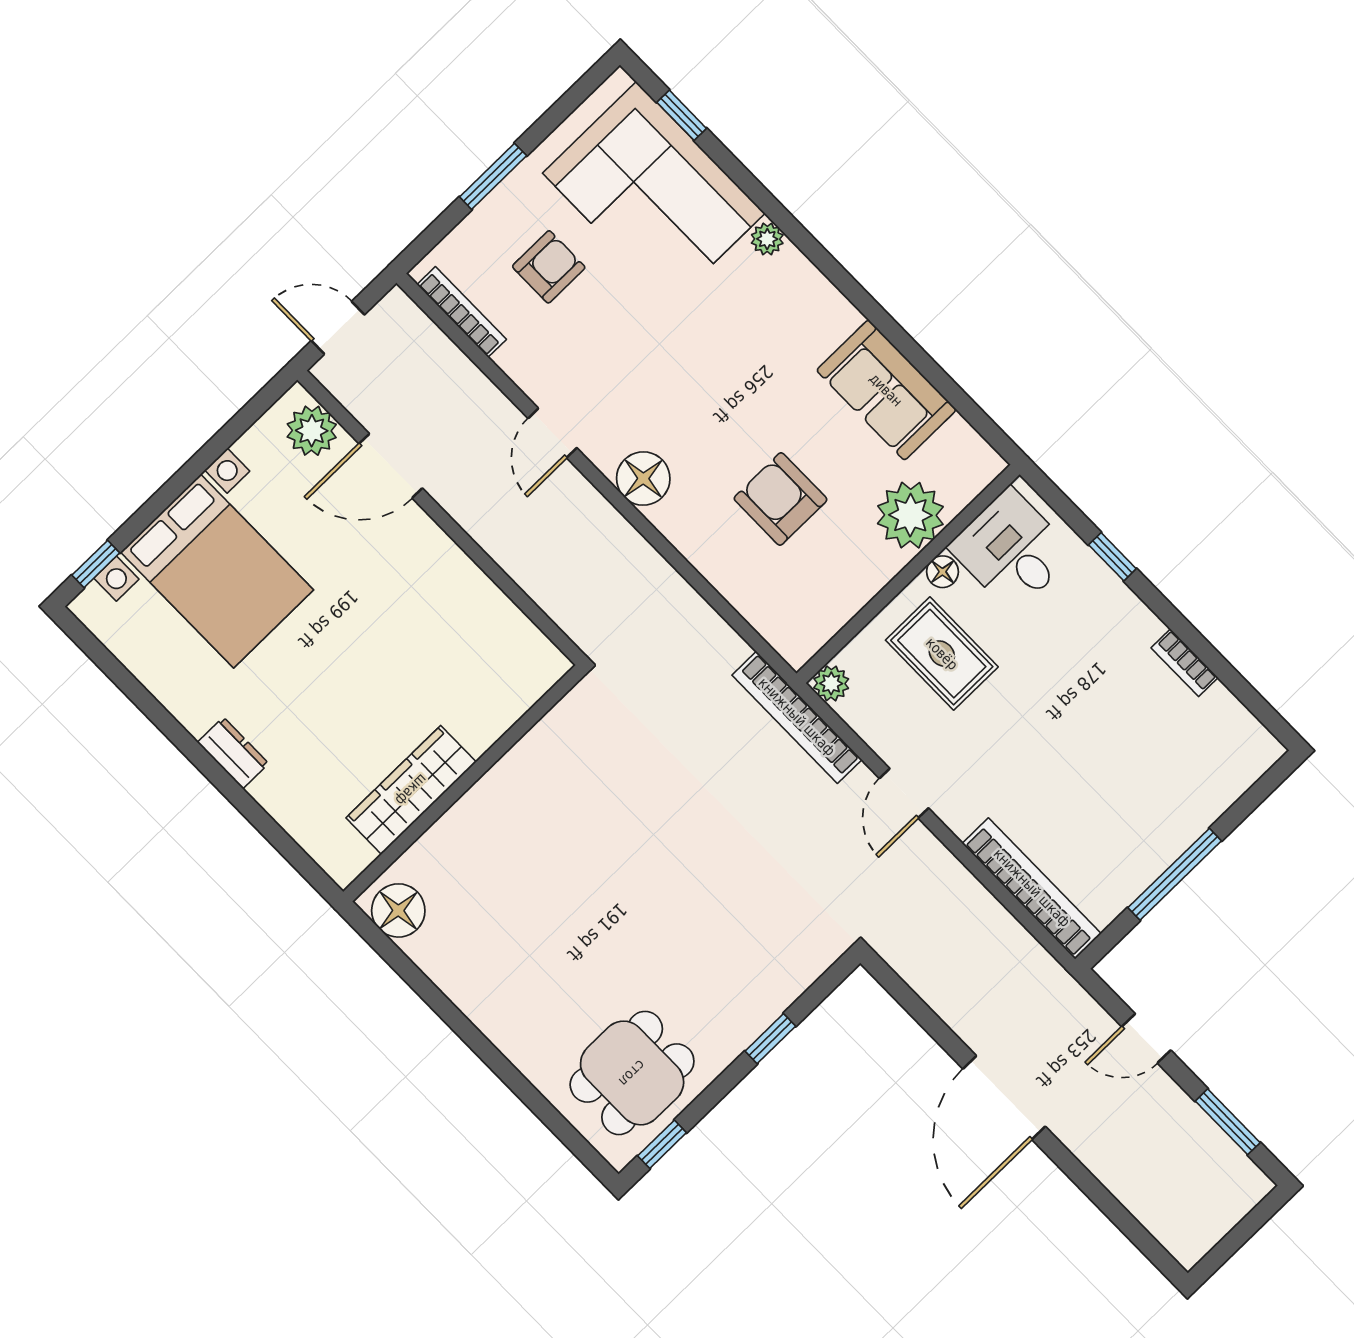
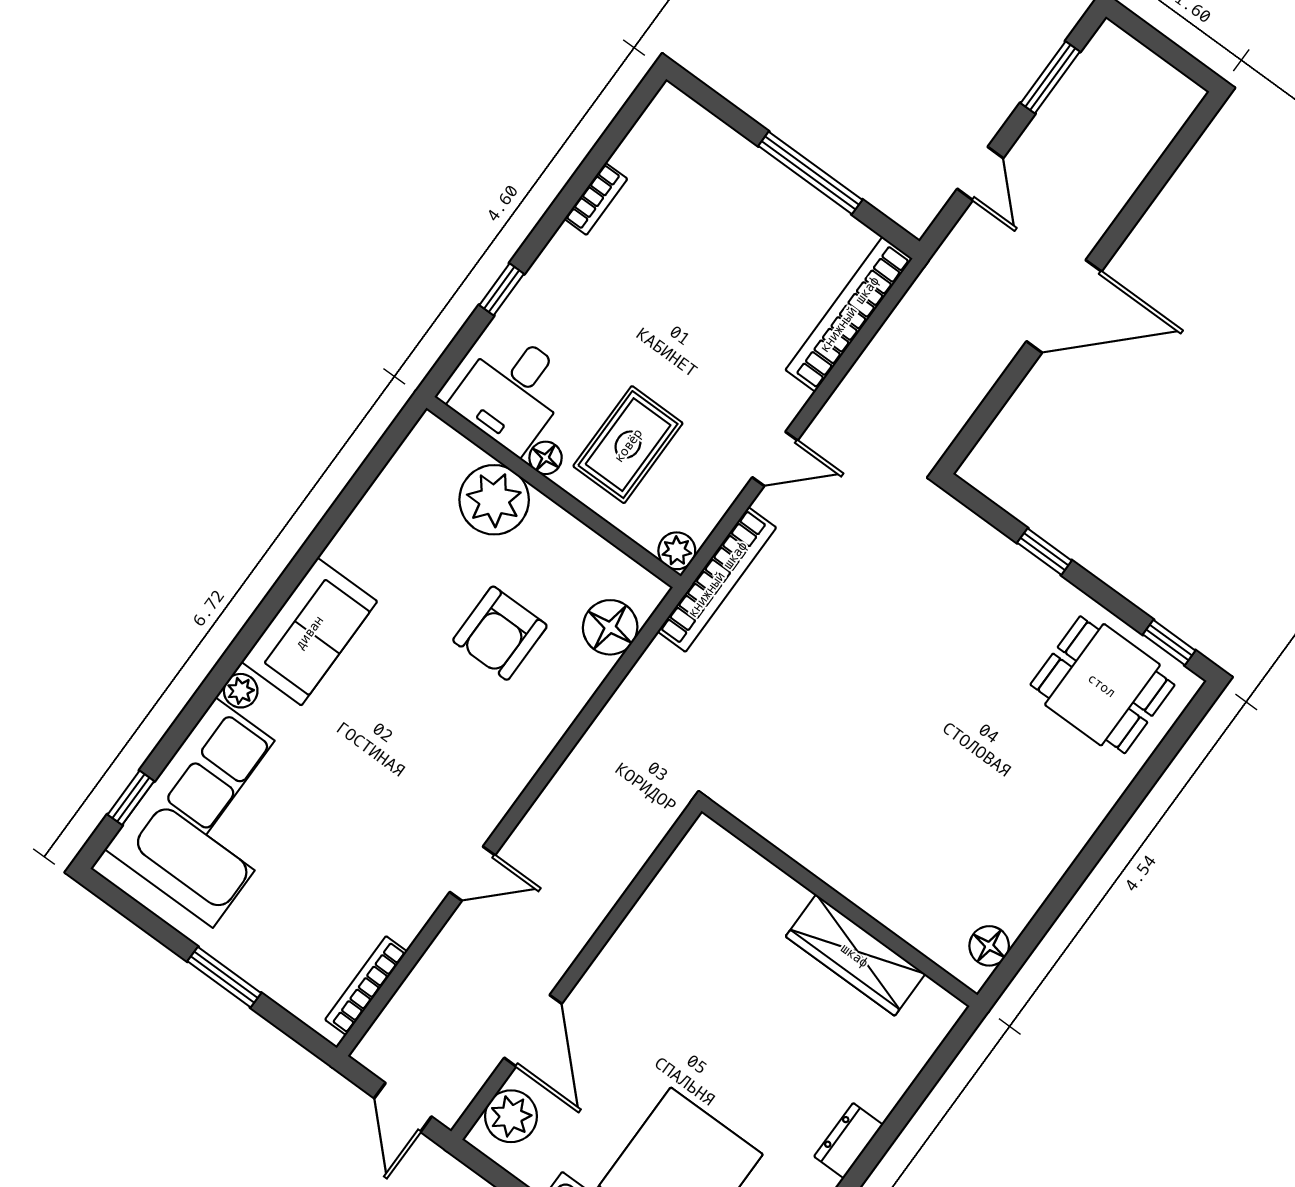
armchair: (549, 267) -> (306, 906), removed
sofa: (886, 390) -> (309, 632), moved
floor lamp: (643, 479) -> (610, 627), moved
floor lamp: (398, 910) -> (989, 946), width x0.73, depth x0.73

